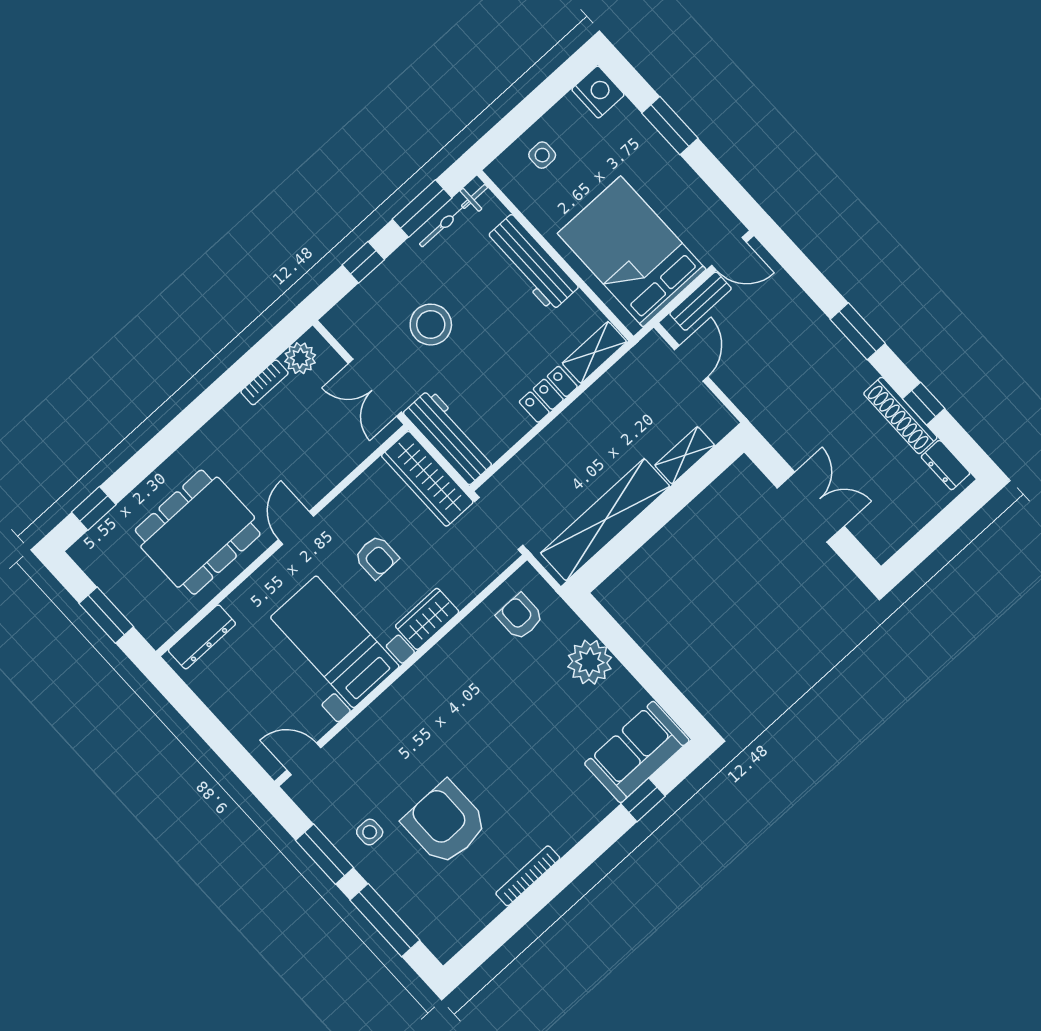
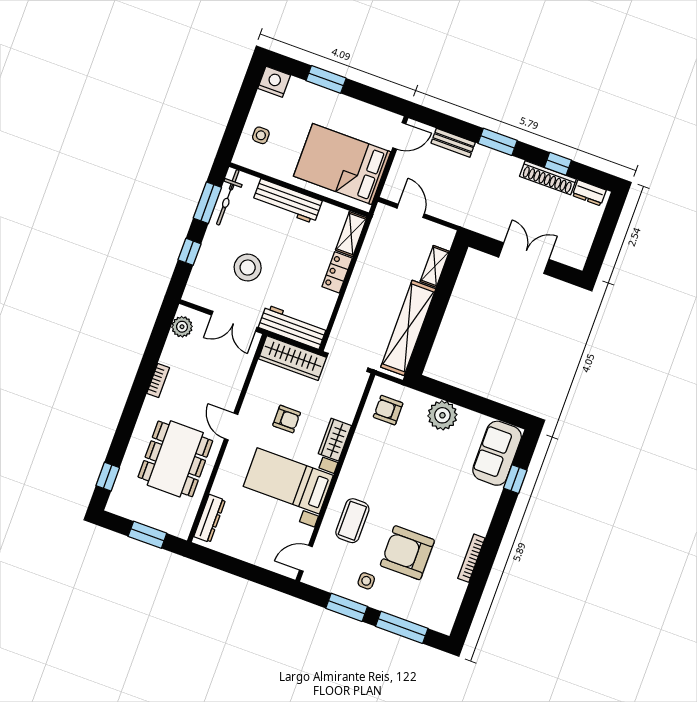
bench: (701, 301) -> (453, 143), moved, turned 90
bookcase: (264, 382) -> (158, 380), moved
coffee table: (393, 741) -> (352, 521), added

